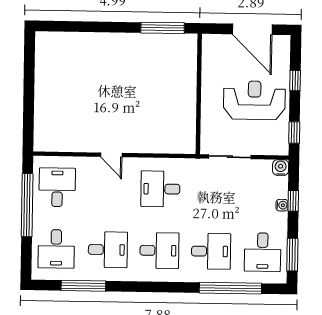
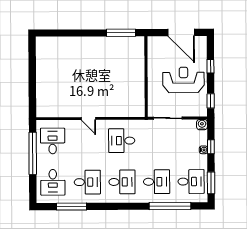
desk: (263, 252) -> (191, 182), turned -90

